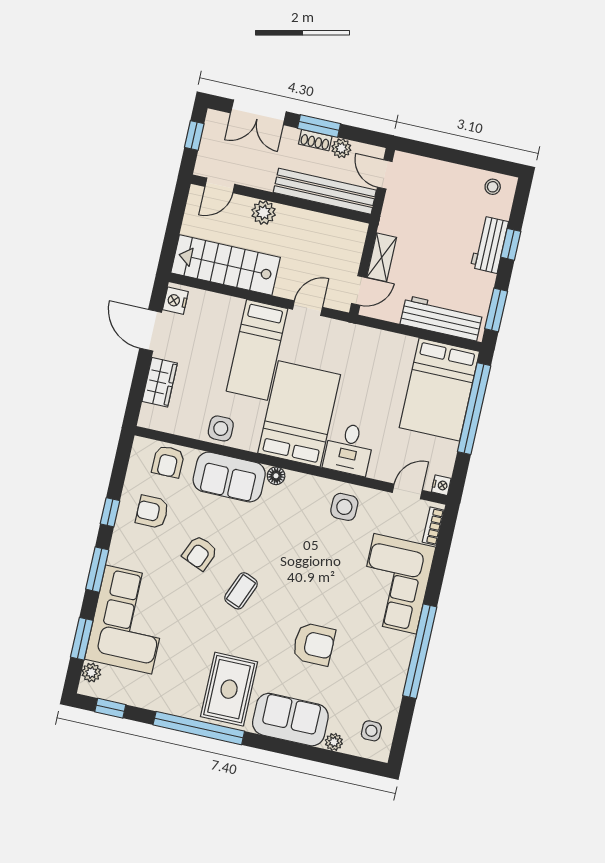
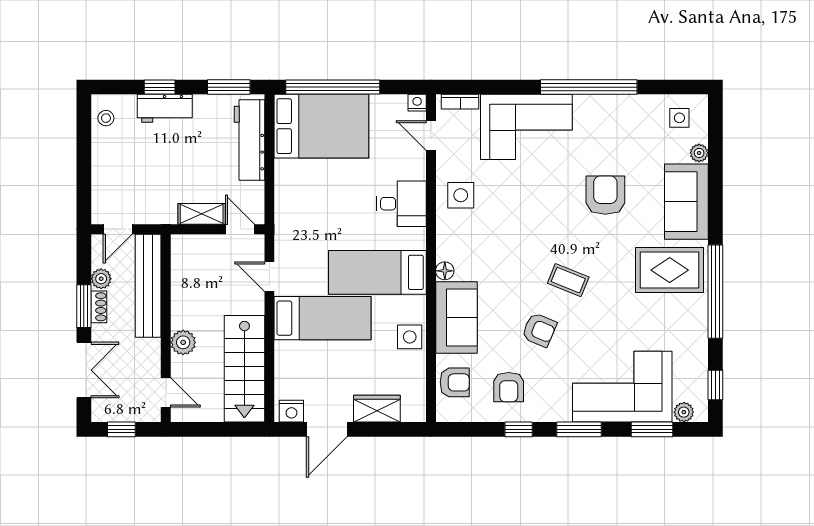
bed: (299, 414) -> (377, 272), width x0.67

